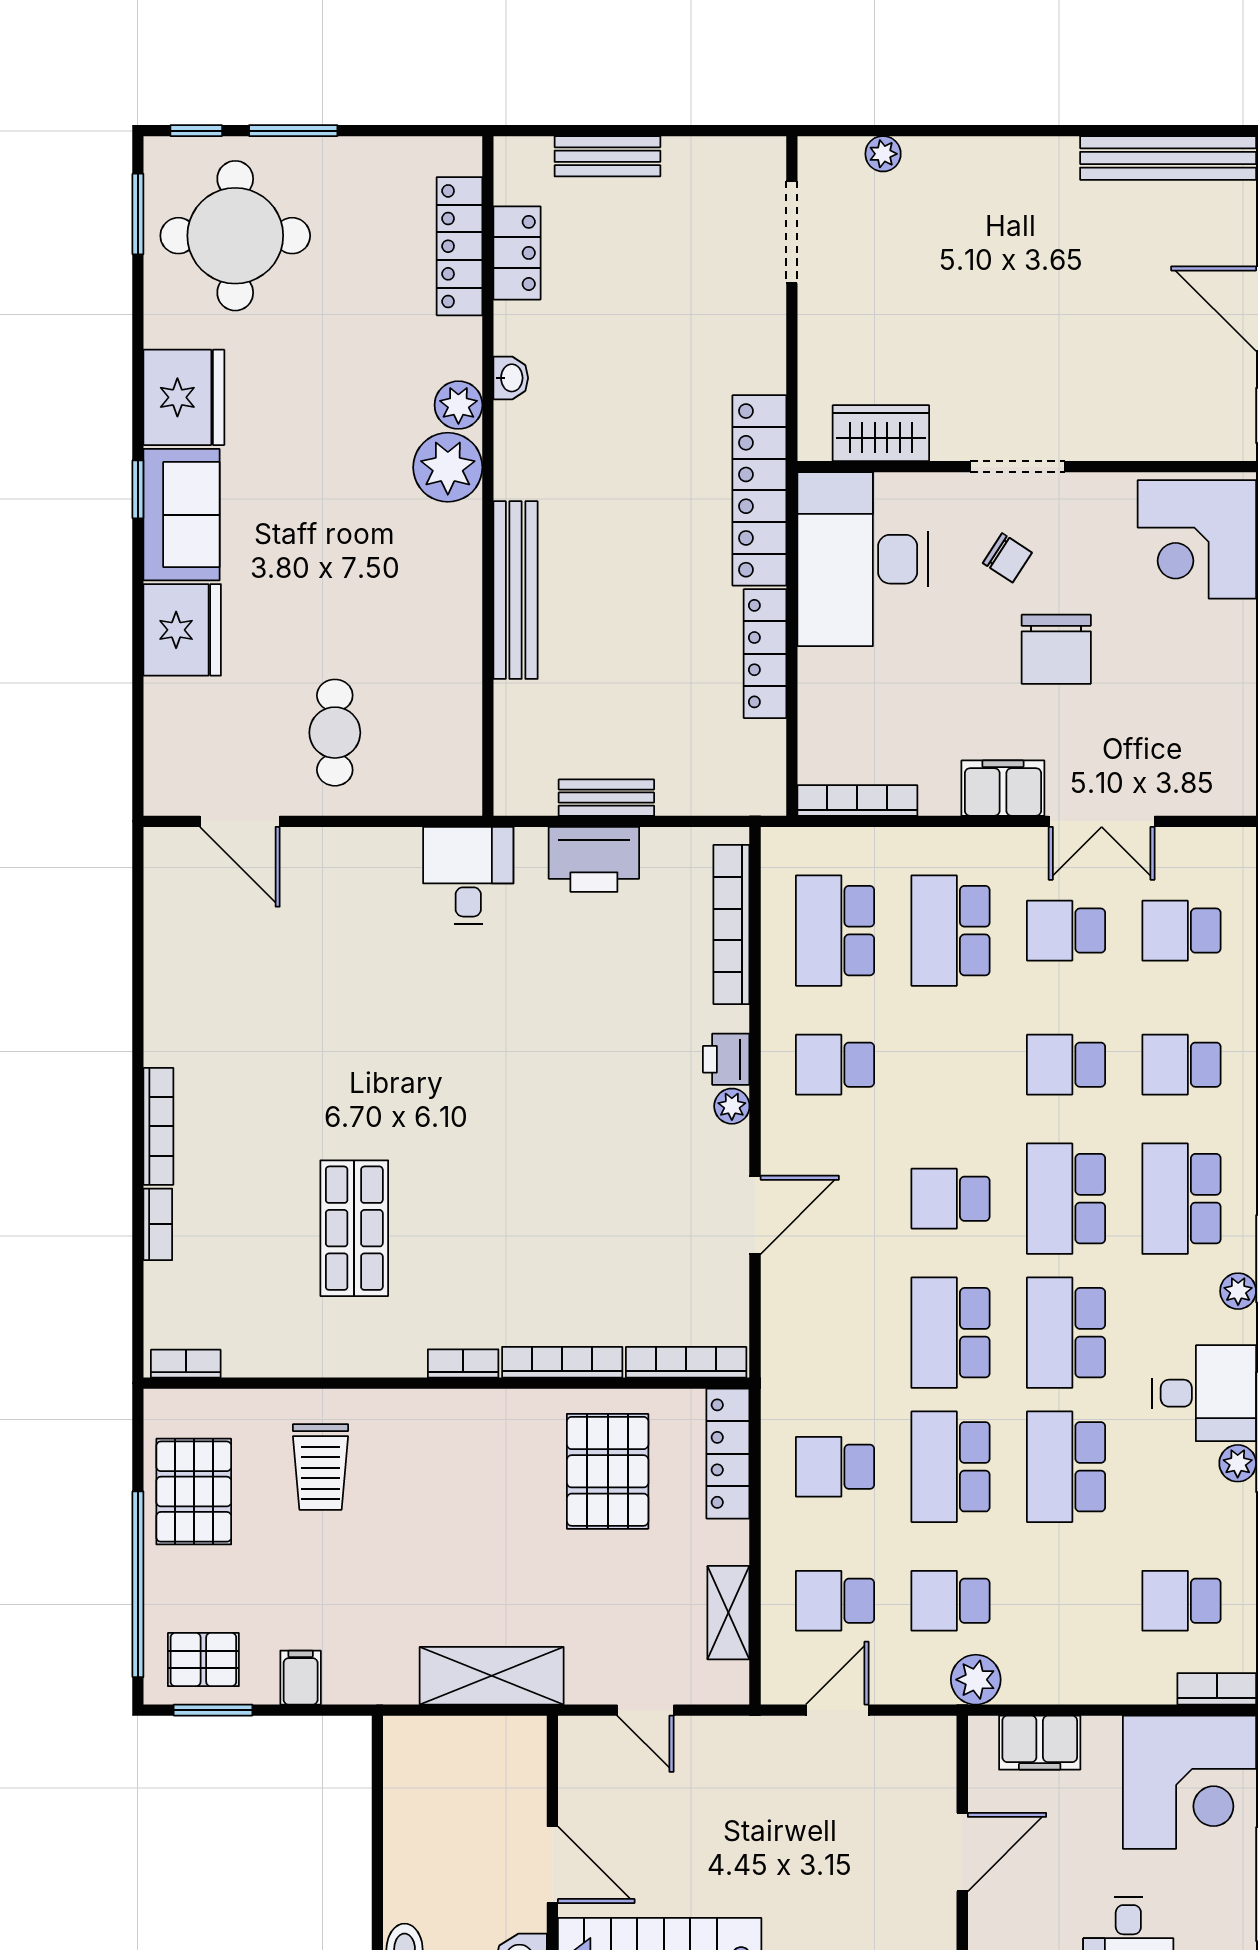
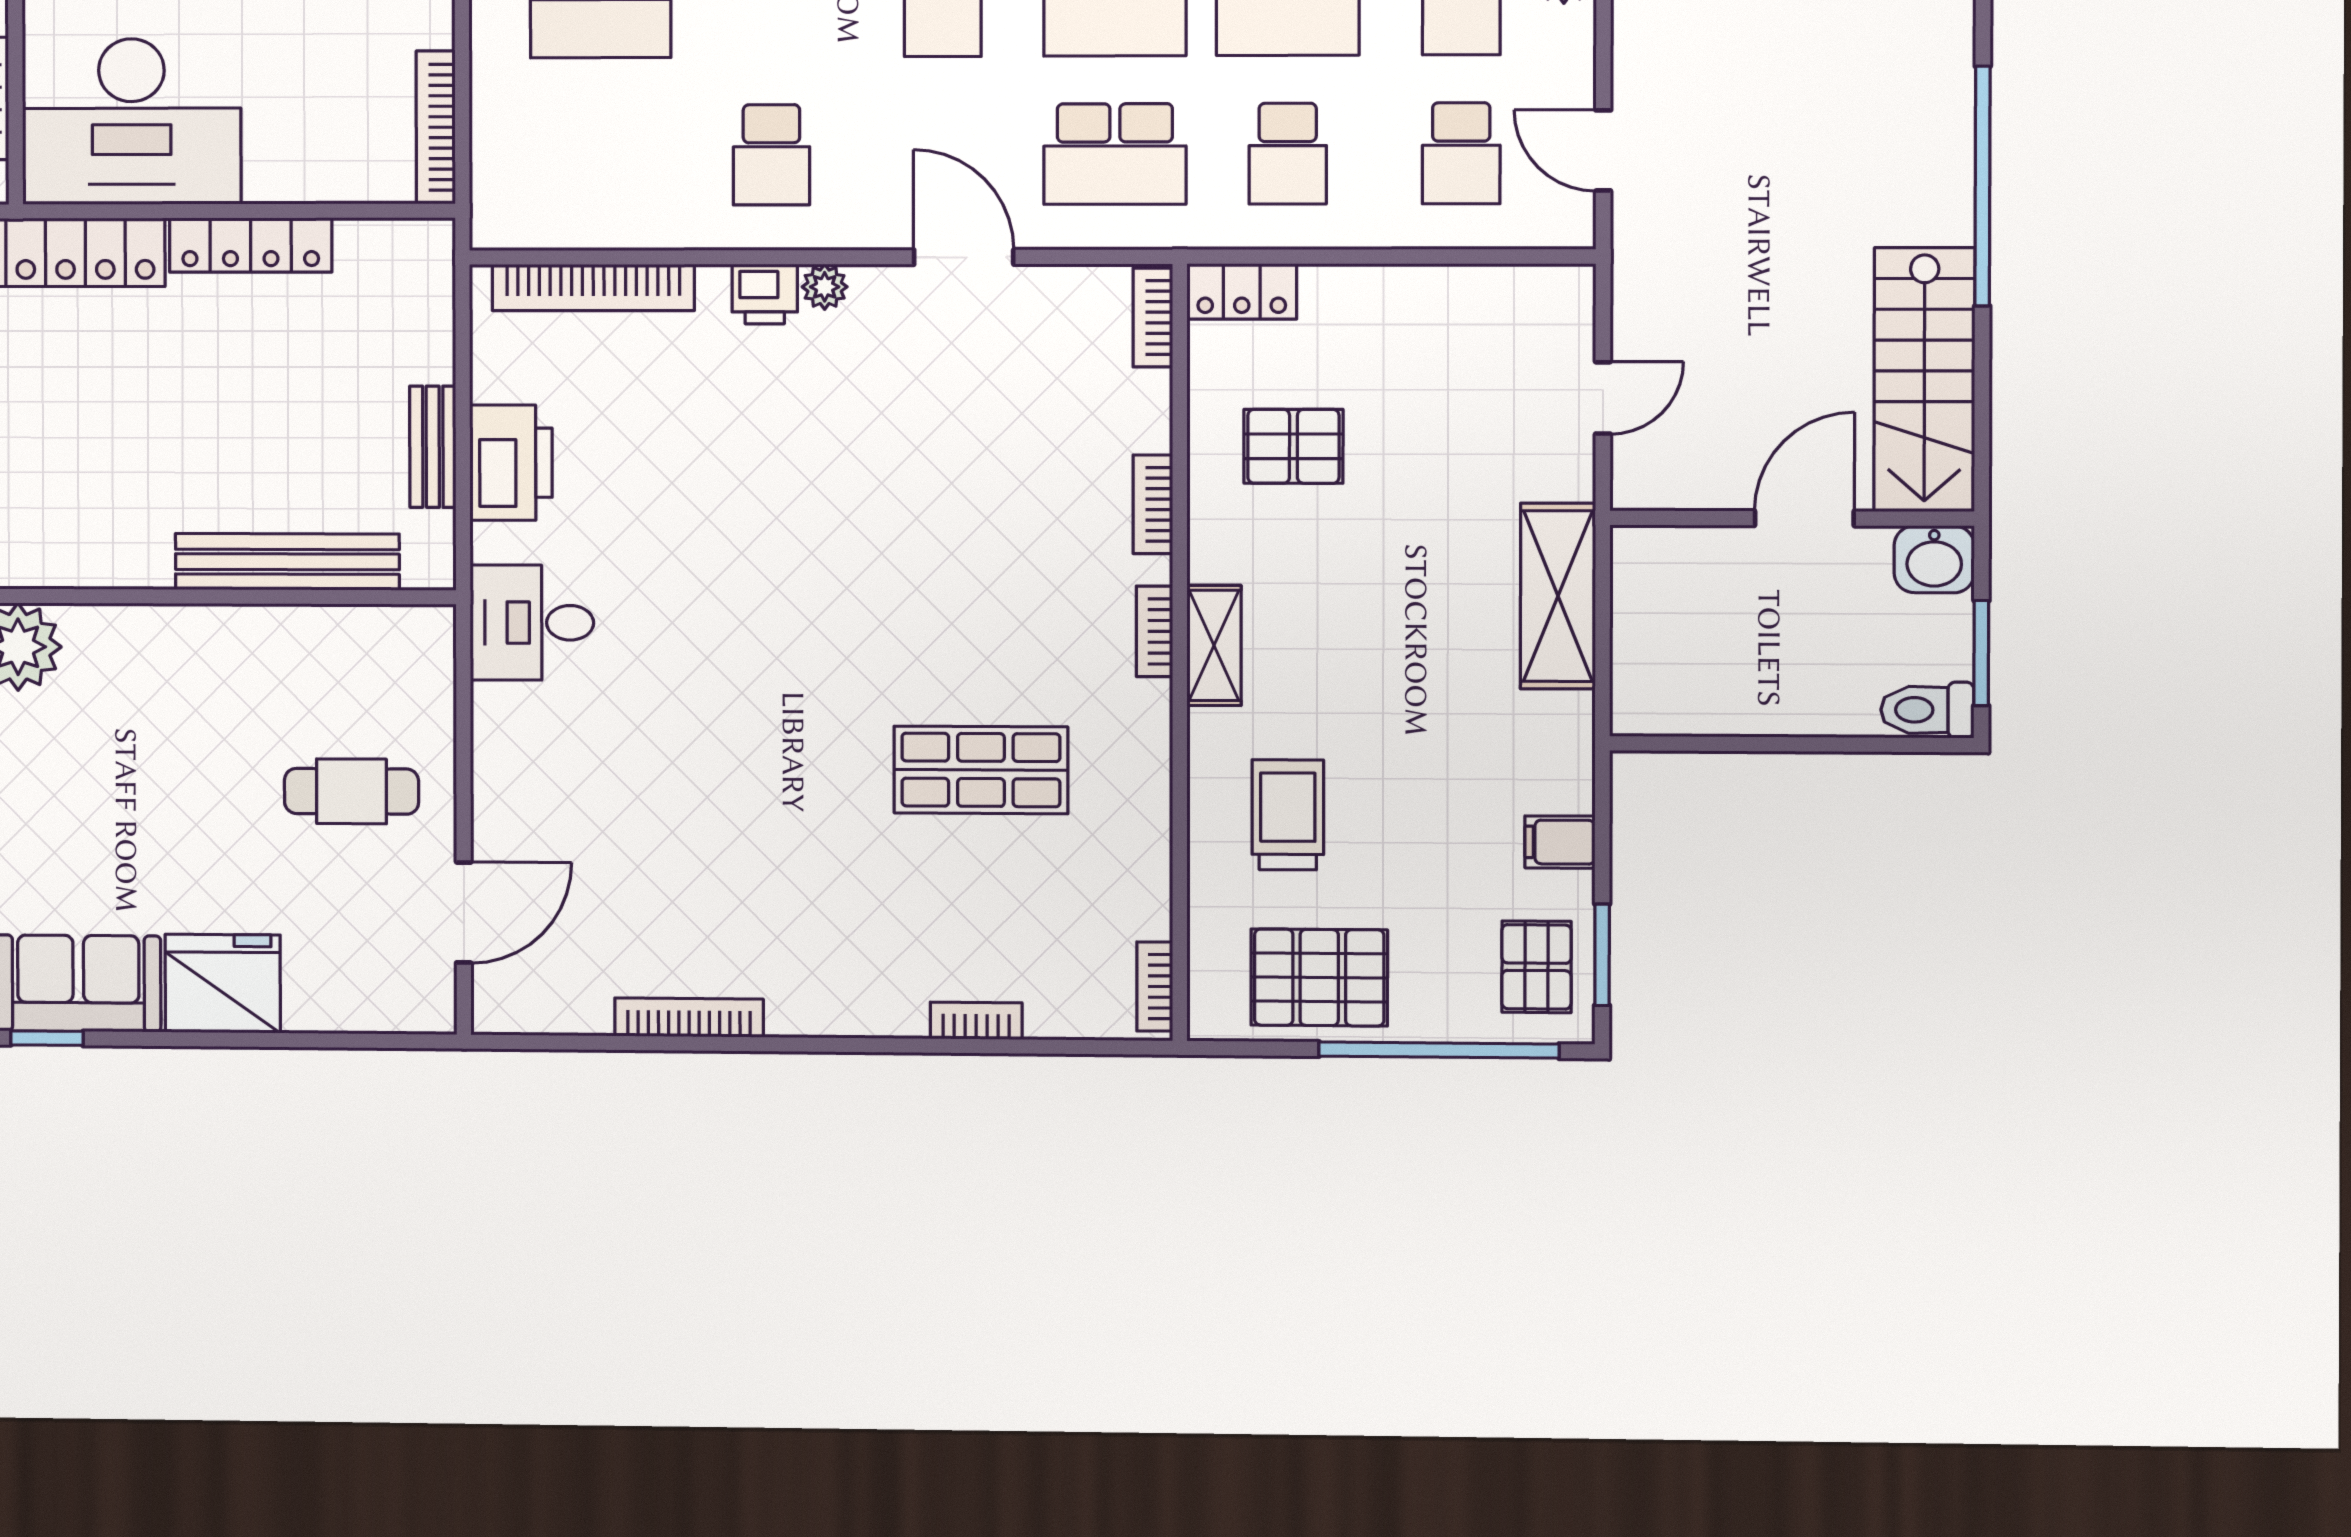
bench: (516, 590) -> (287, 562), moved
school desk: (835, 931) -> (1115, 154), moved
bookcase: (158, 1126) -> (689, 1018), moved
bookcase: (562, 1362) -> (1153, 504), width x0.64
bookcase: (686, 1362) -> (1153, 318), width x0.64
locker: (728, 1454) -> (1242, 291), width x0.66
trolley: (320, 1467) -> (1288, 815), turned -90
pallet: (608, 1471) -> (1293, 446), width x0.67, depth x0.71
shelving: (728, 1613) -> (1214, 645), moved, turned 90

